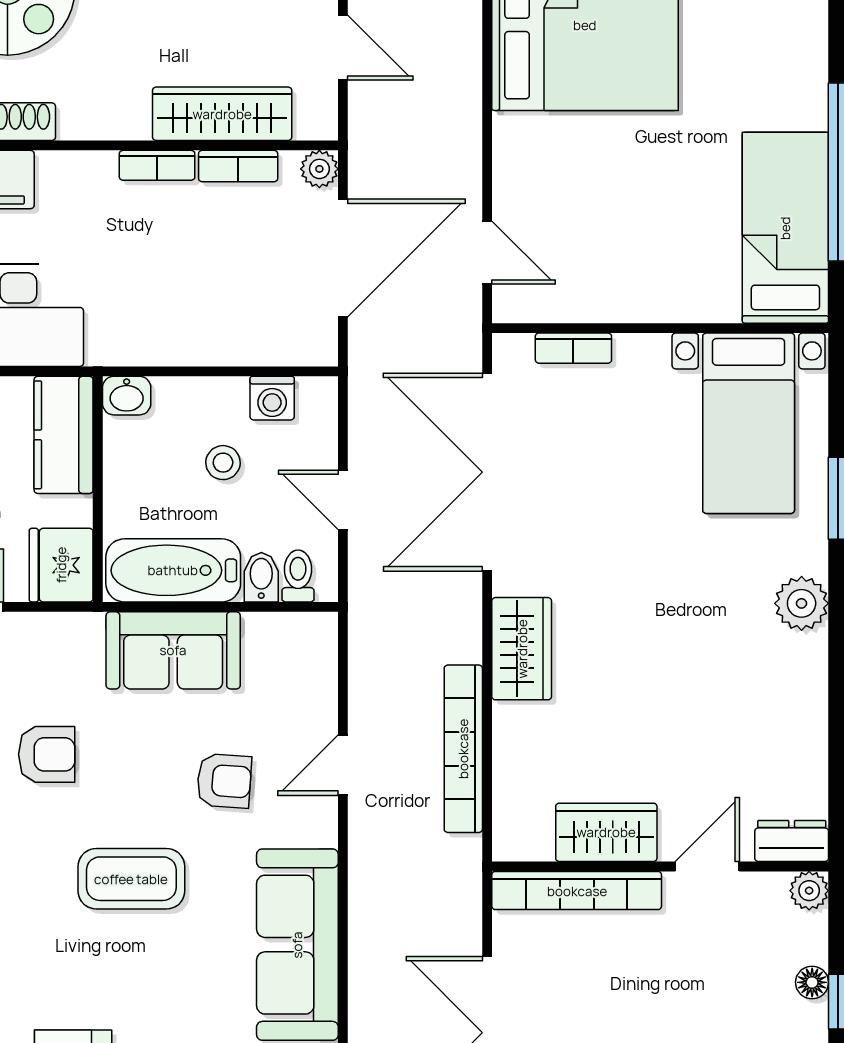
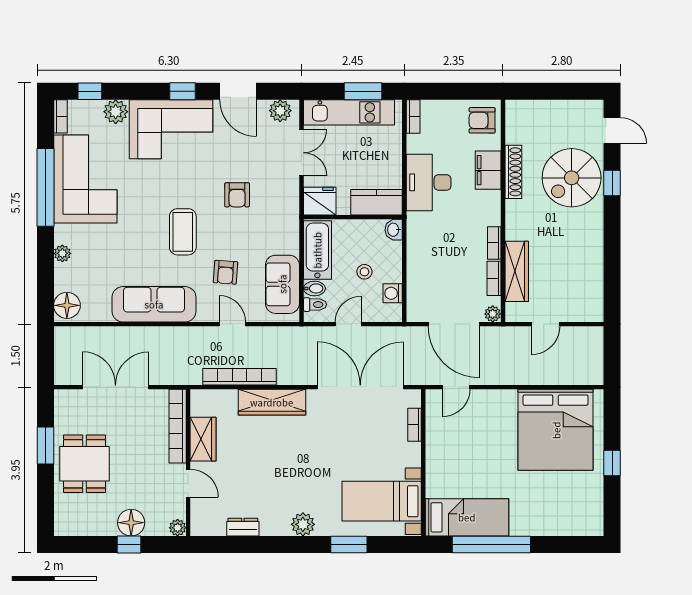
wardrobe: (522, 649) -> (272, 402), width x1.50
sofa: (173, 650) -> (282, 284), moved
dresser: (792, 841) -> (243, 527), moved, turned -90
floor lamp: (812, 982) -> (131, 523), width x1.89, depth x1.89

